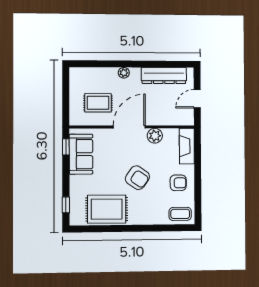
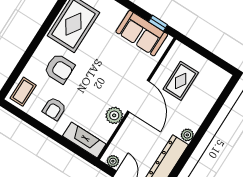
plant: (124, 73) -> (187, 135), moved
plant: (189, 115) -> (113, 161), added
armchair: (137, 178) -> (59, 69), moved, turned -125

